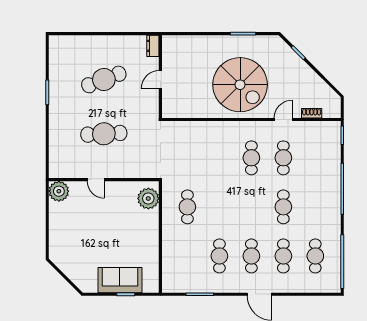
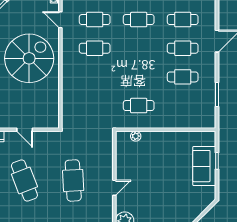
plant: (148, 199) -> (136, 136), width x0.53, depth x0.53

